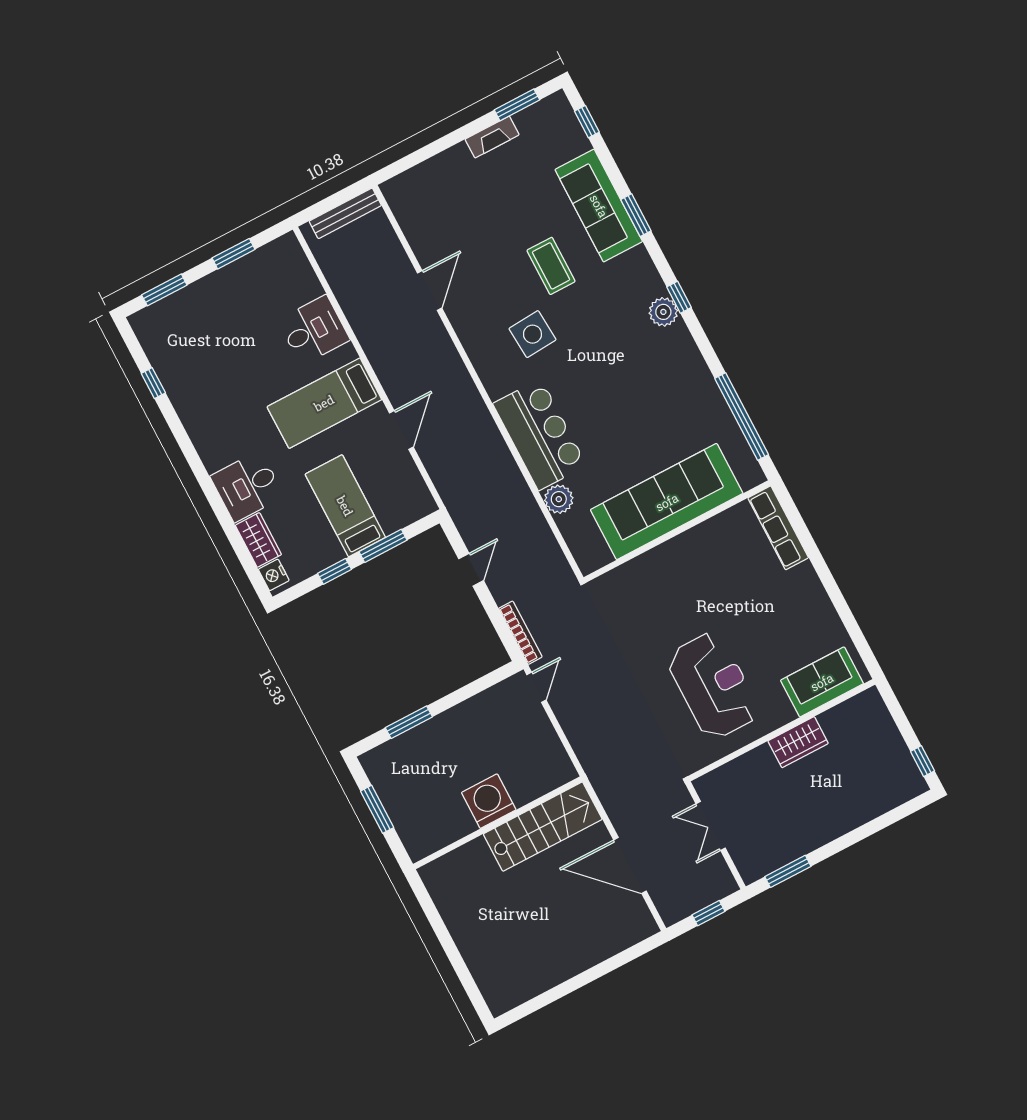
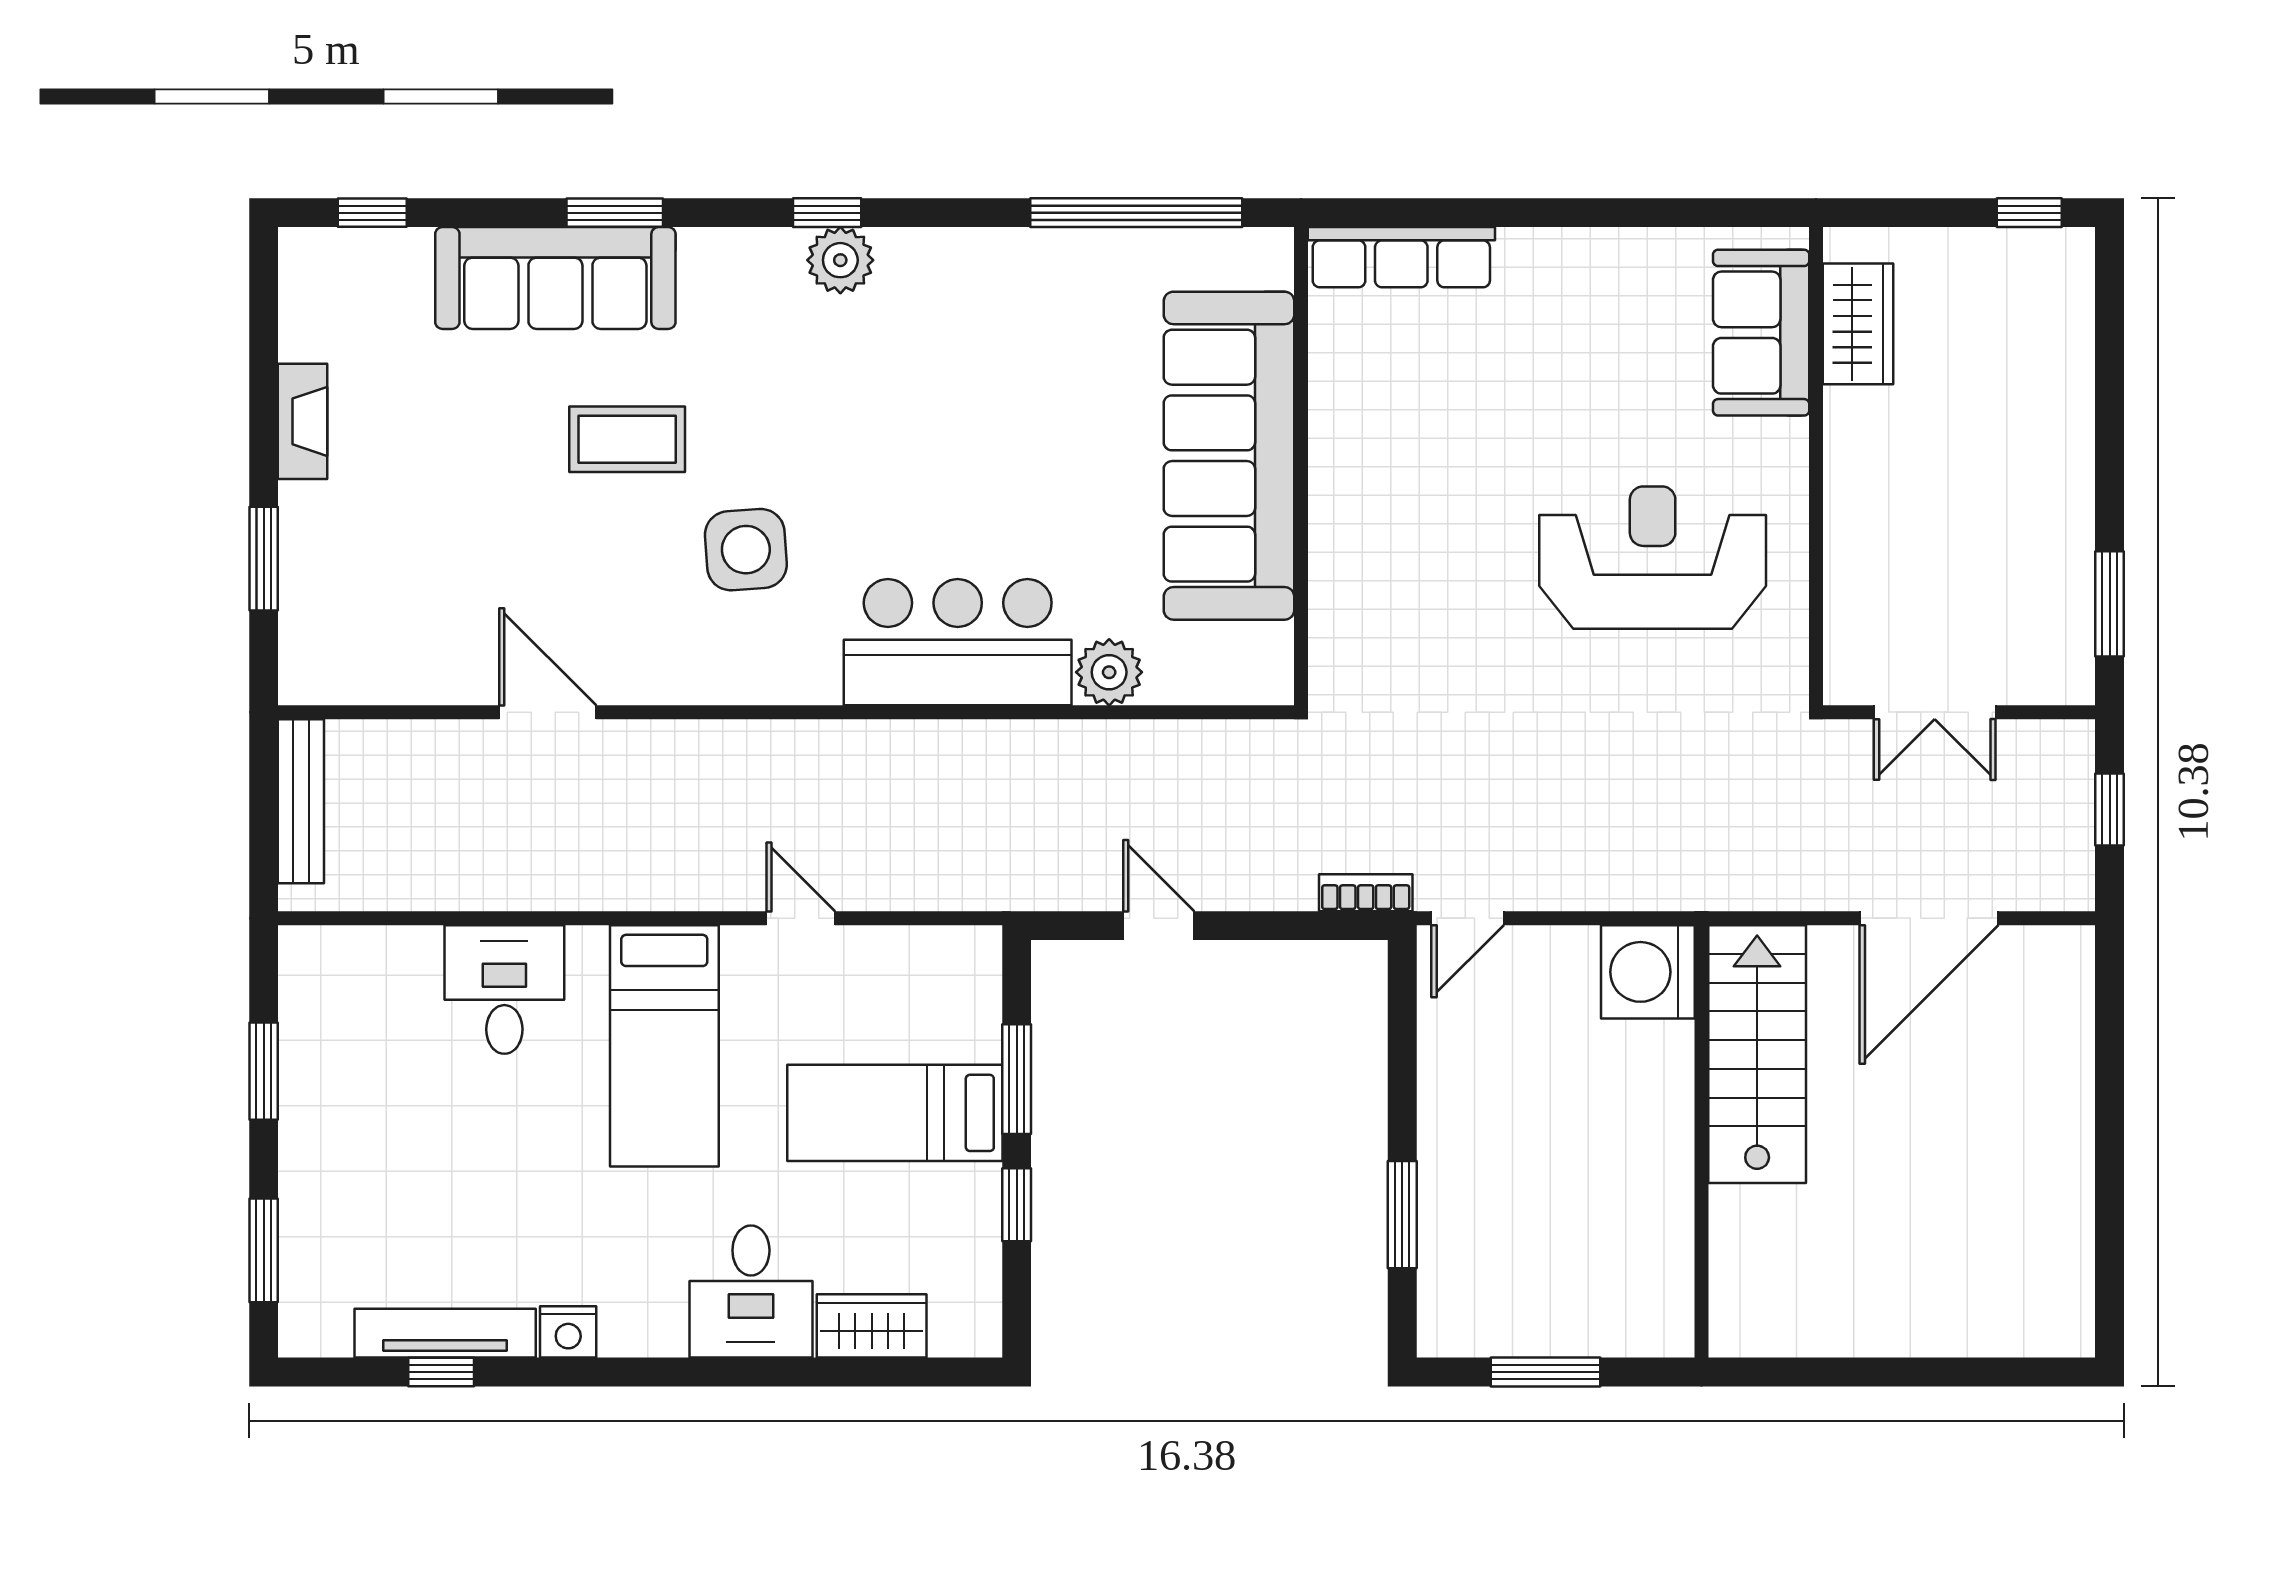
window: (517, 105) -> (264, 559), moved
tv unit: (169, 377) -> (445, 1333), added
door: (401, 430) -> (801, 918), width x0.73
nightstand: (274, 575) -> (568, 1332), moved
bookcase: (520, 633) -> (1366, 893), width x0.64
door: (536, 687) -> (1468, 918), swing flipped
wardrobe: (798, 742) -> (1858, 324), moved
washing machine: (489, 801) -> (1648, 972), moved

